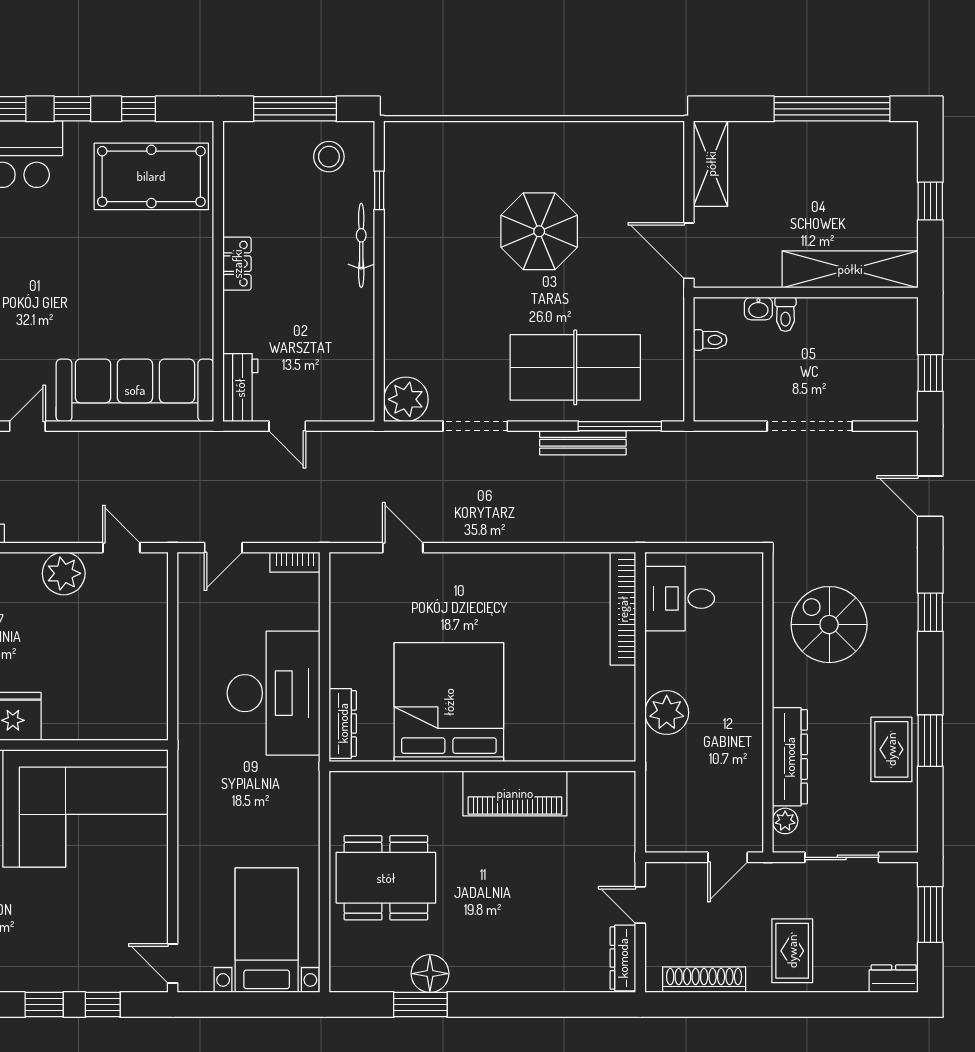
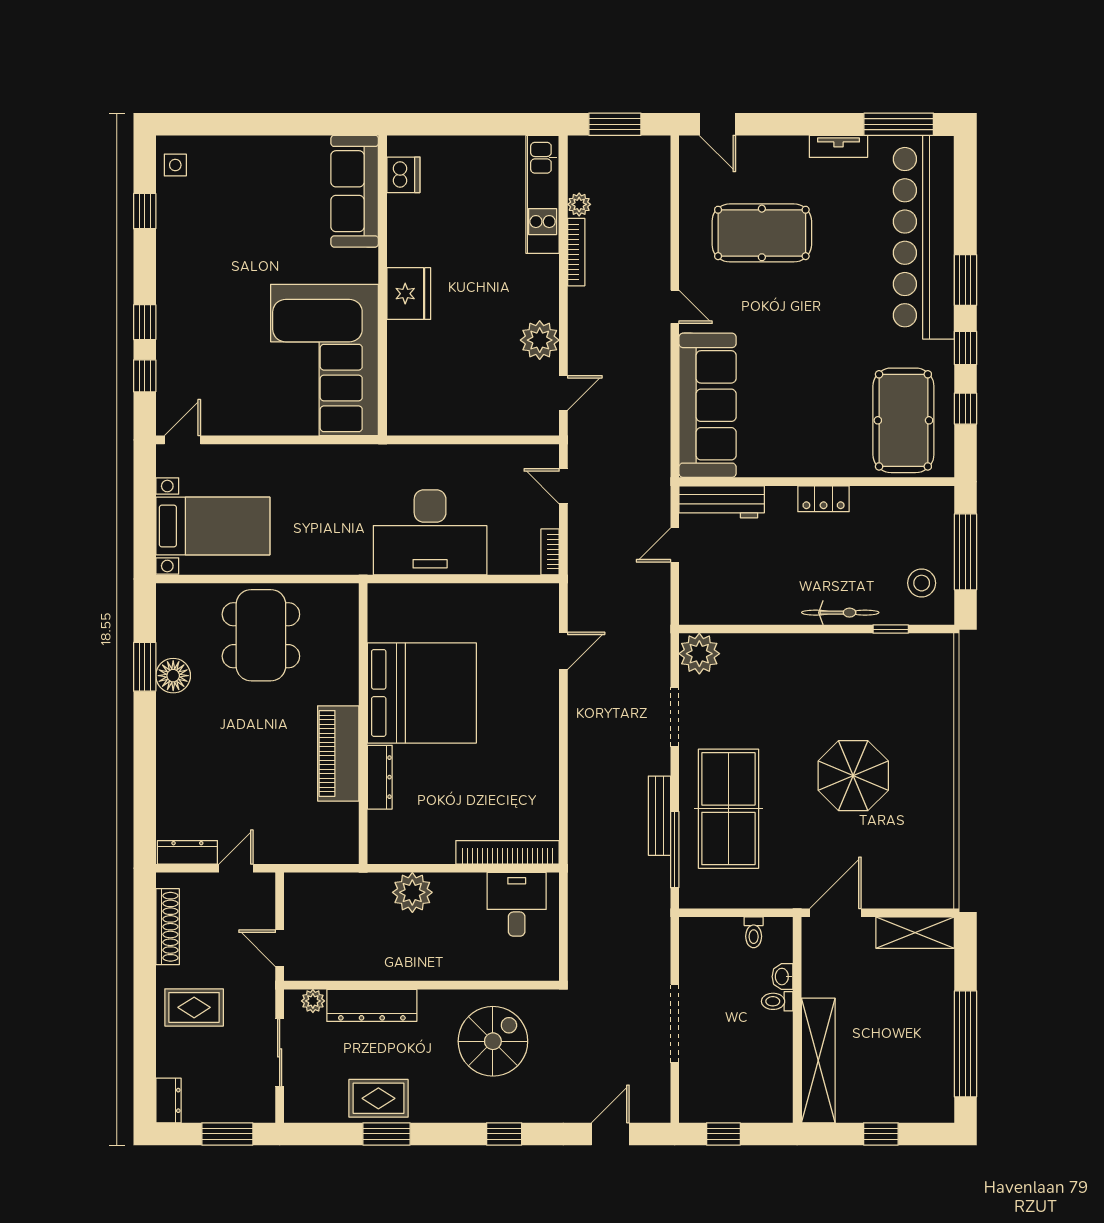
workbench: (240, 388) -> (722, 502), width x1.38
dresser: (343, 723) -> (380, 777), moved, turned -90

